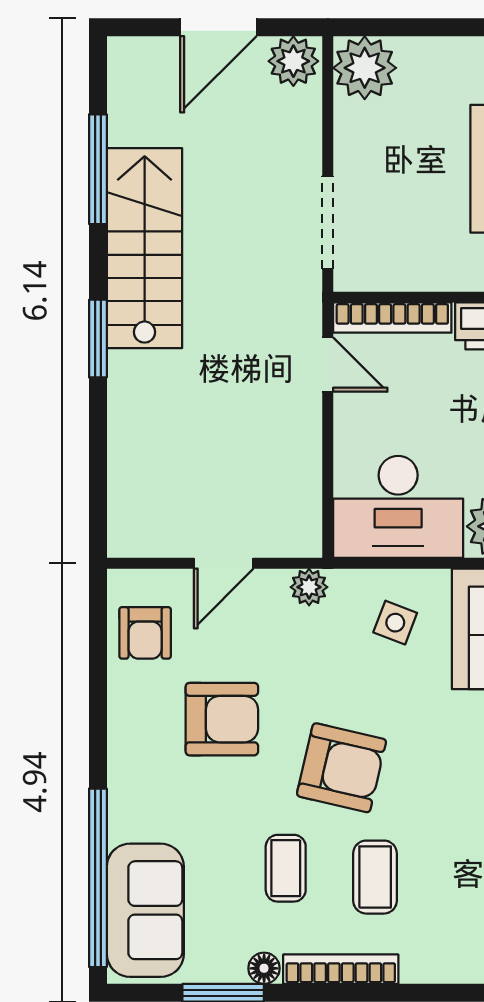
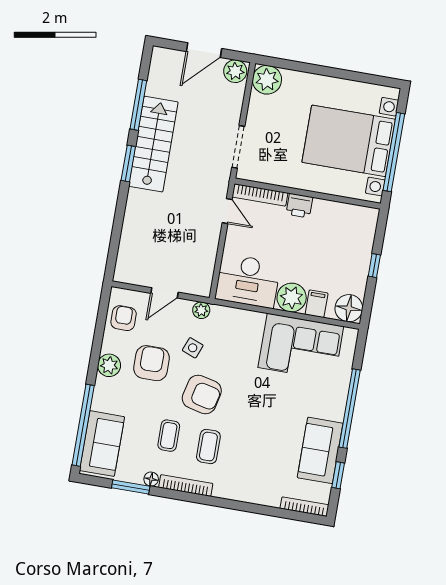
window: (98, 339) -> (128, 164), moved
side table: (395, 623) -> (193, 348), moved
armchair: (145, 633) -> (124, 318), turned 180
armchair: (222, 719) -> (151, 363), turned -90
plant: (132, 740) -> (109, 365), added

